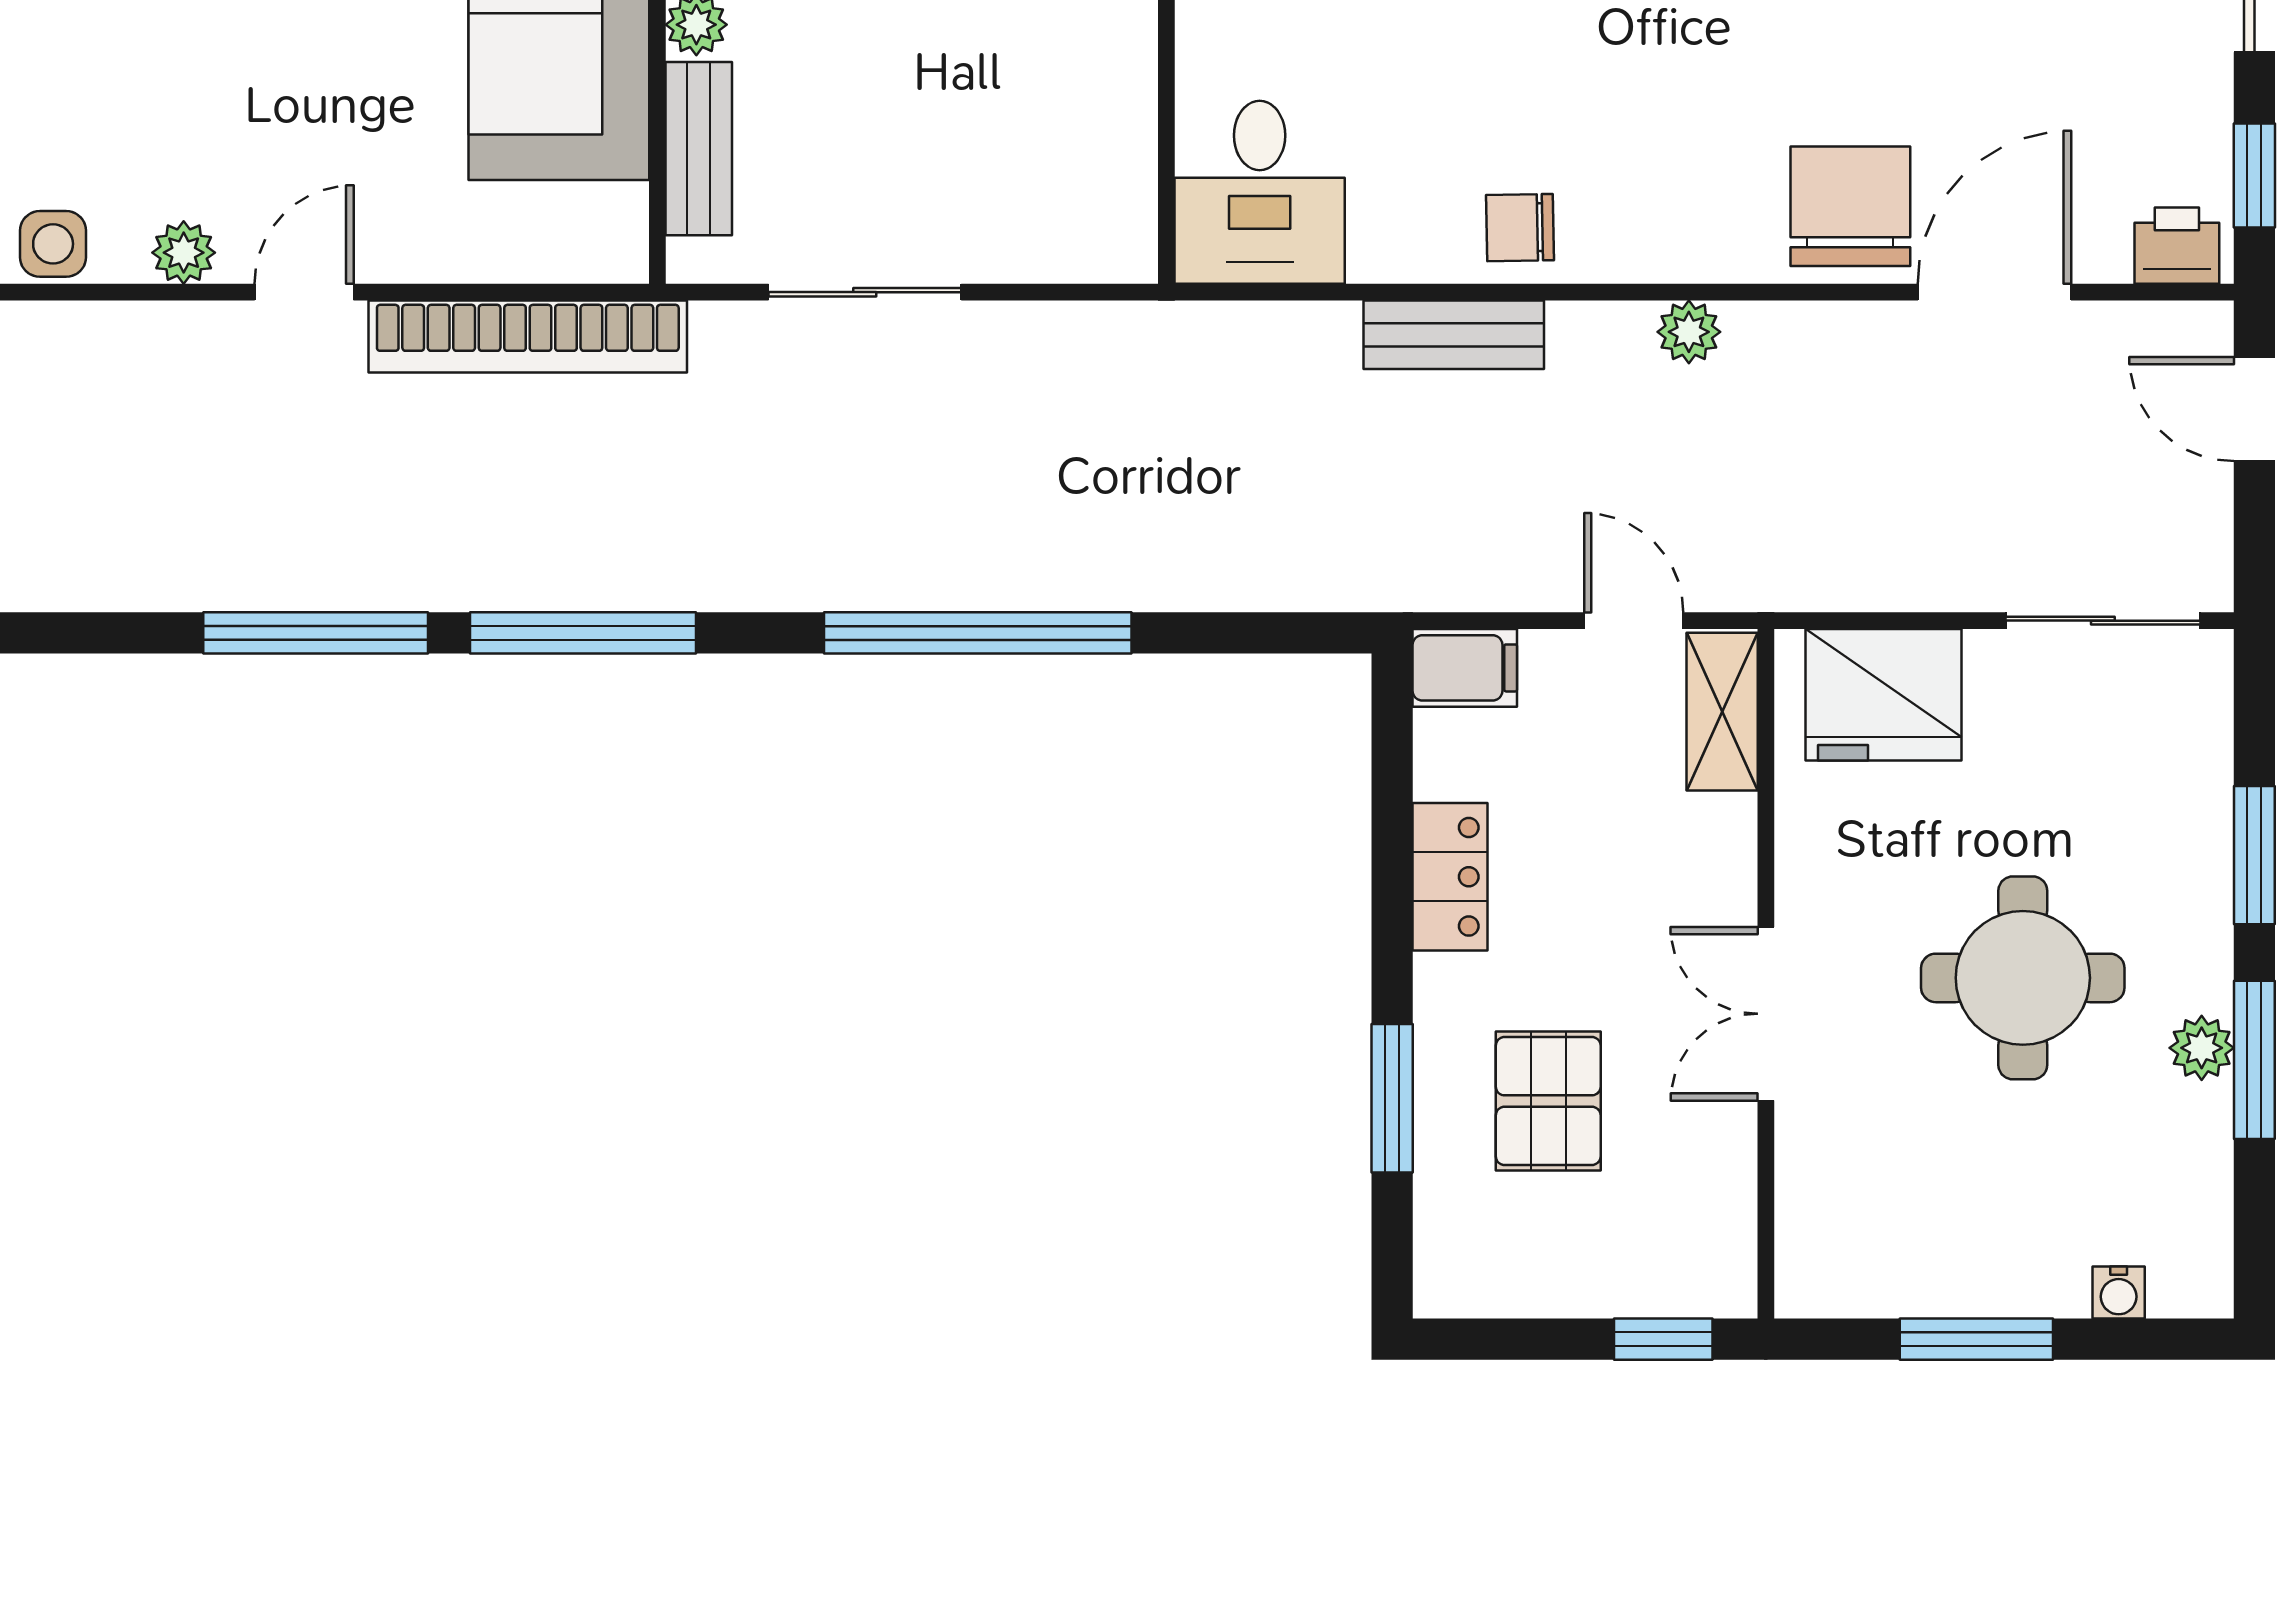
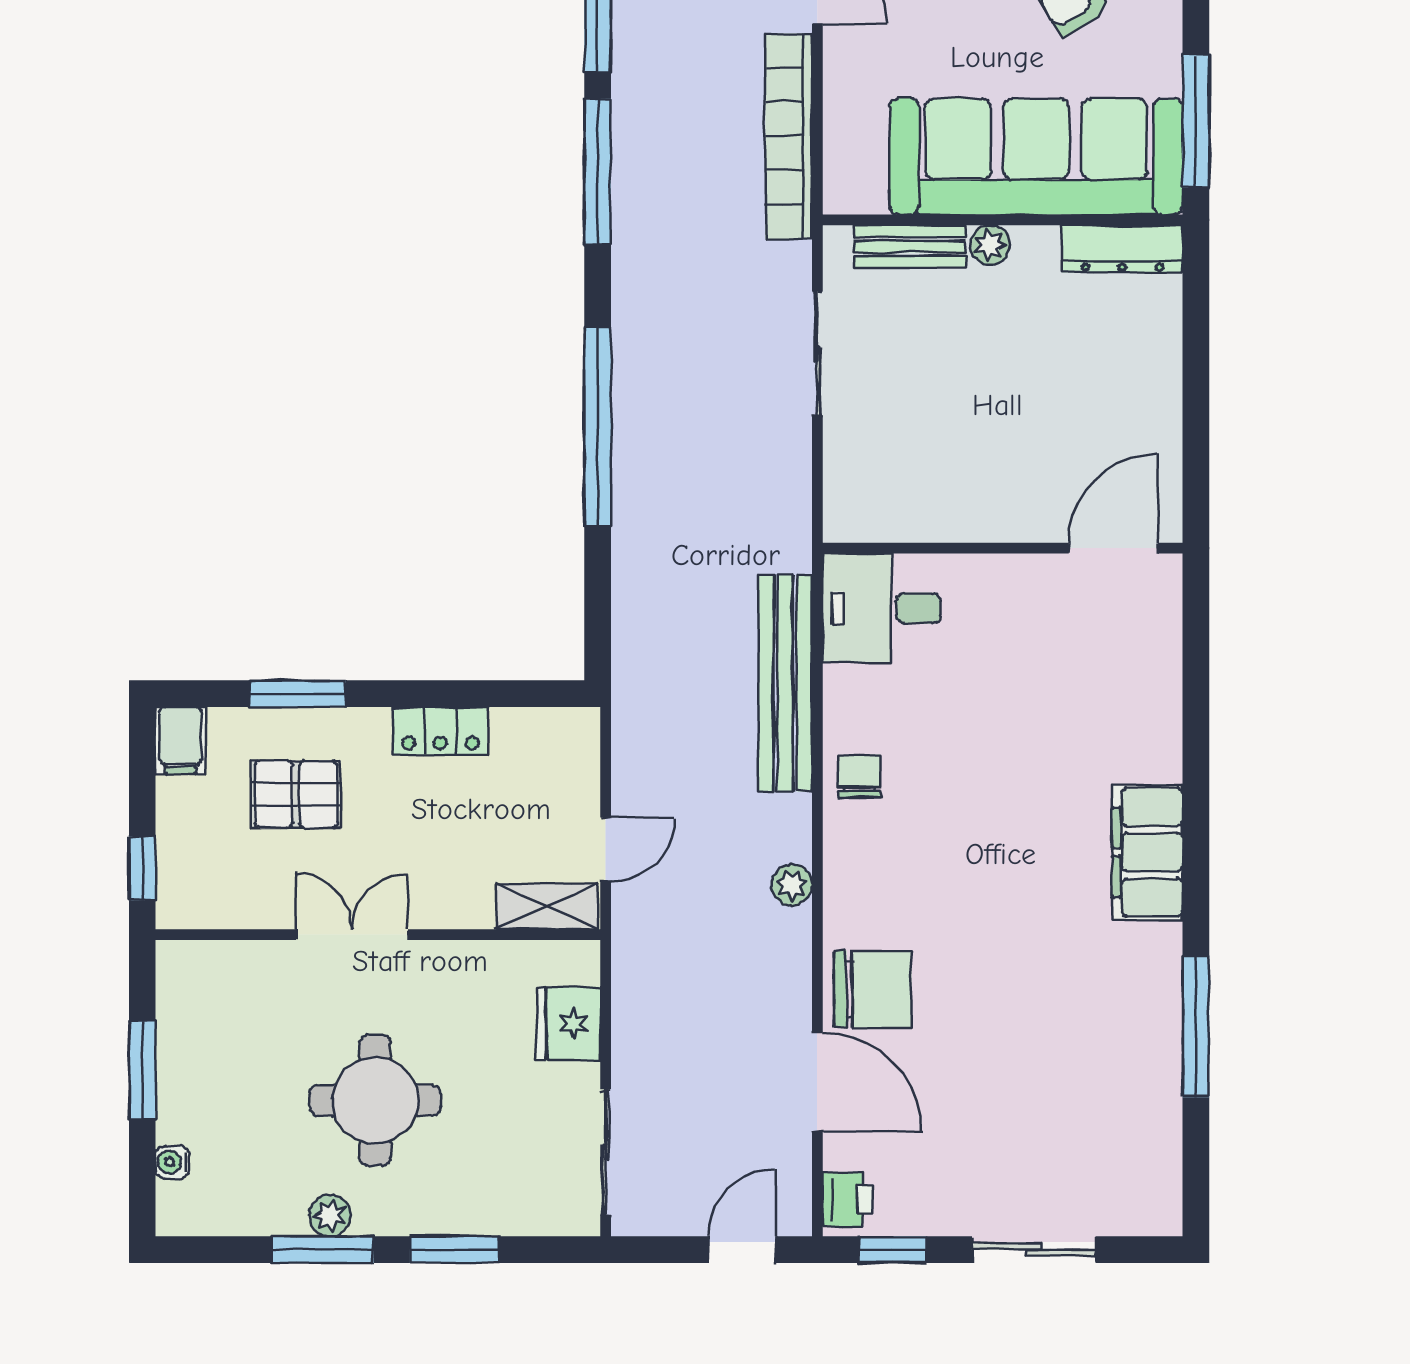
bench: (1454, 335) -> (785, 683), width x1.86, depth x1.21
filing cabinet: (1465, 668) -> (181, 740), moved
fridge: (1883, 695) -> (569, 1024), width x0.73, depth x0.75

